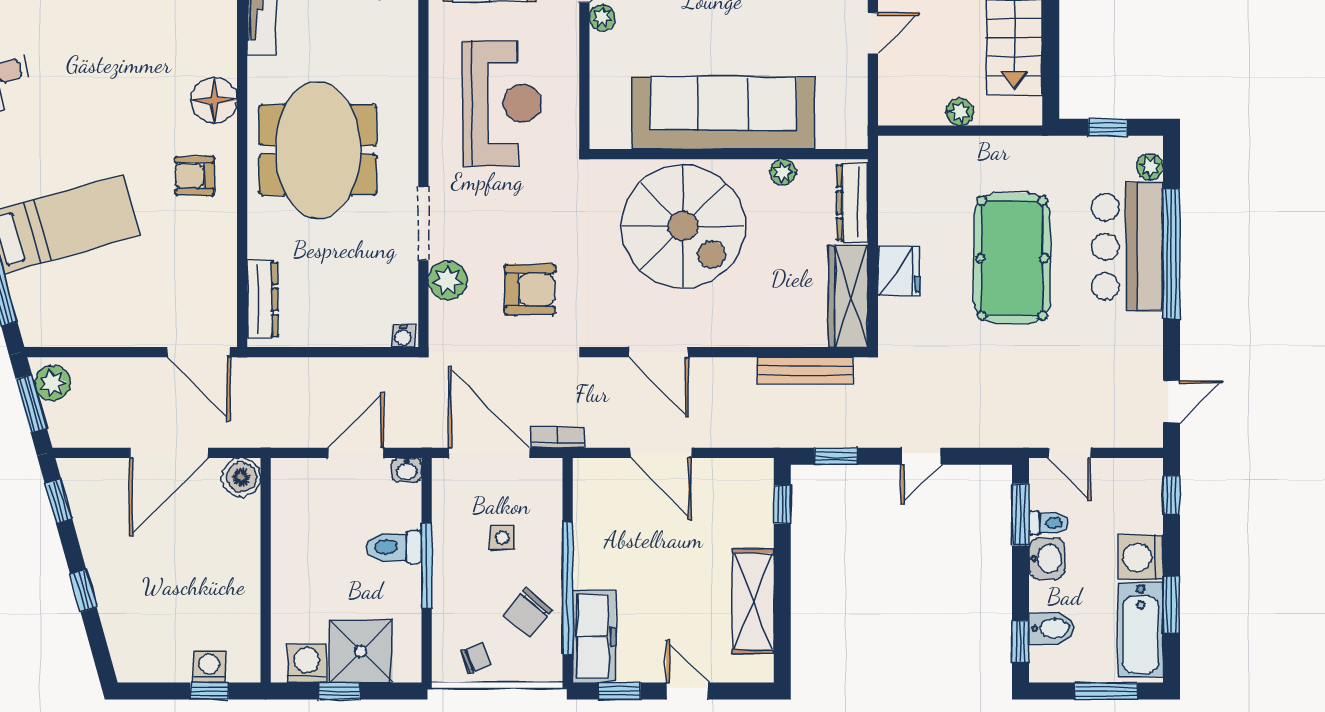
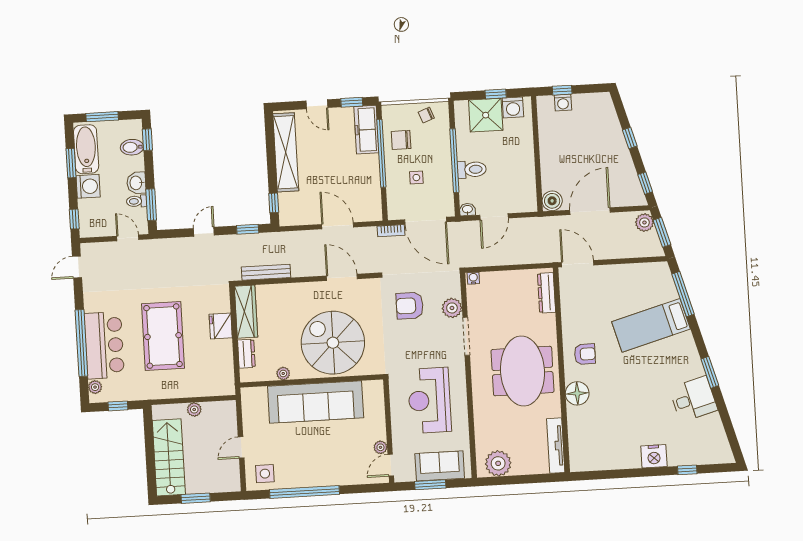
dresser: (852, 203) -> (246, 354), width x0.70
plant: (53, 383) -> (644, 222), moved
window: (427, 566) -> (454, 161), width x1.46
shelving: (753, 601) -> (286, 152), width x1.47
chair: (528, 612) -> (401, 140), turned -131

